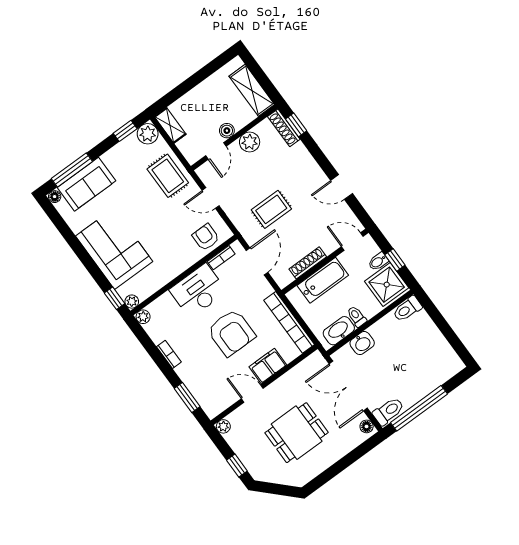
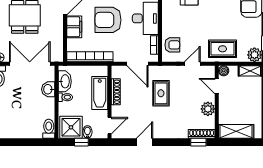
boiler: (227, 131) -> (224, 71), moved

